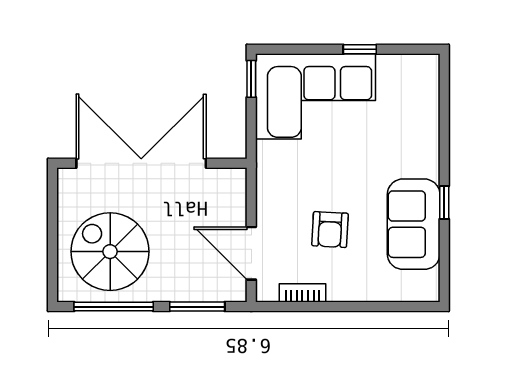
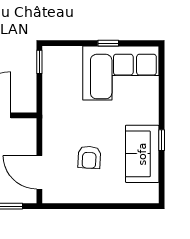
corner sofa: (316, 96) -> (121, 73), moved
bookcase: (302, 293) -> (72, 197), removed

